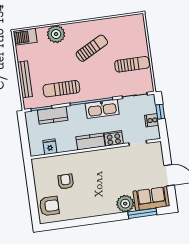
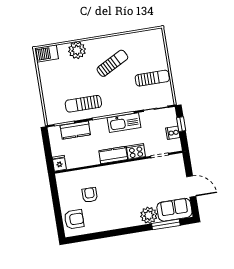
bench: (25, 79) -> (47, 95), removed
fridge: (50, 147) -> (59, 163), moved

